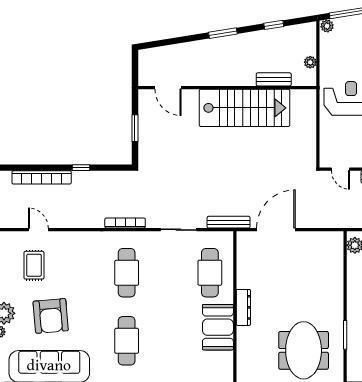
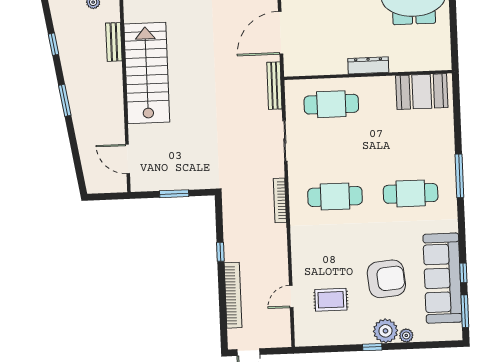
door: (168, 88) -> (128, 159), swing flipped
door: (276, 230) -> (281, 33), hinge flipped
booth: (218, 327) -> (422, 92), moved

